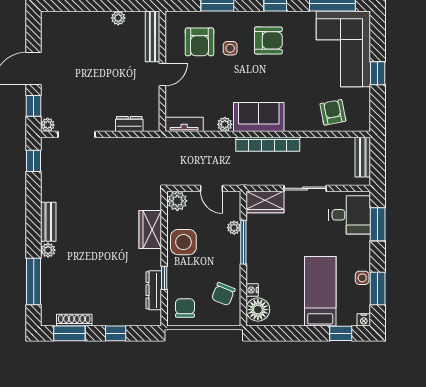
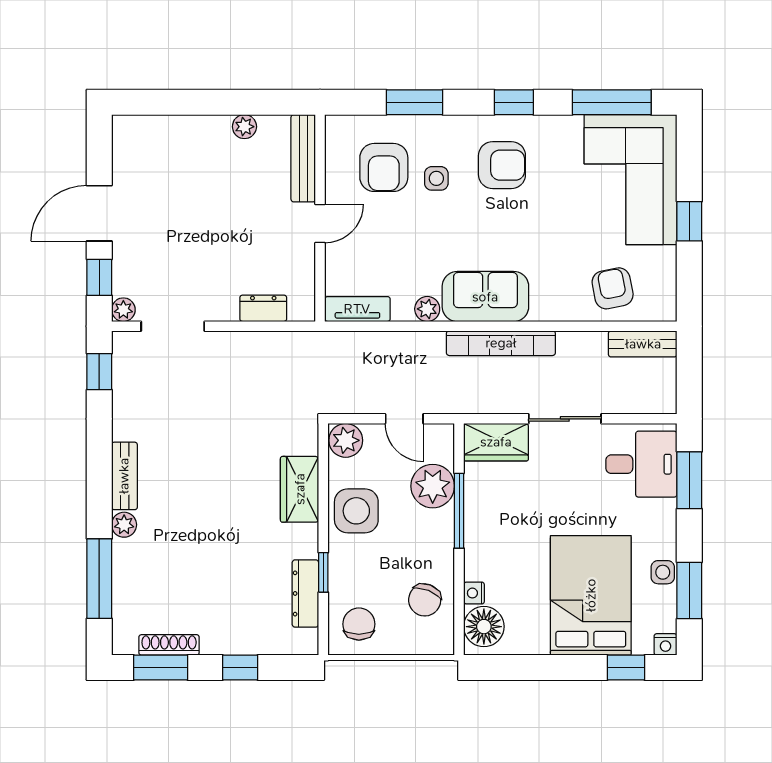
bench: (363, 157) -> (643, 344), moved, turned 90
plant: (234, 228) -> (433, 486), width x1.88, depth x1.88
bed: (320, 291) -> (591, 595), width x1.50

